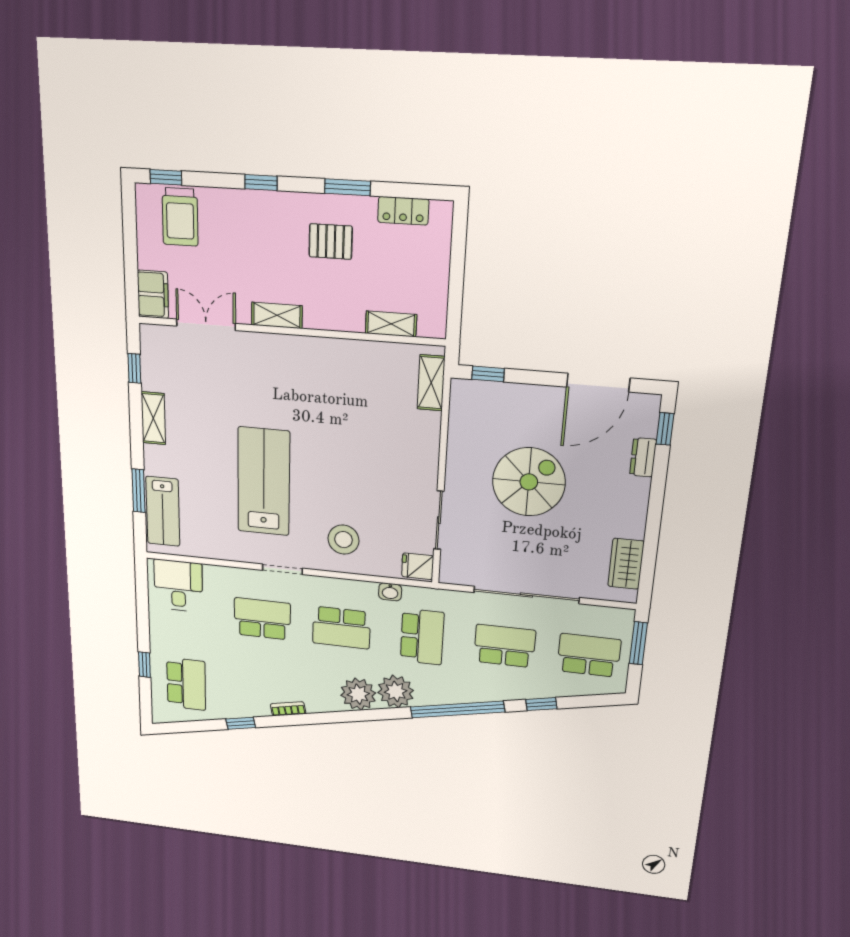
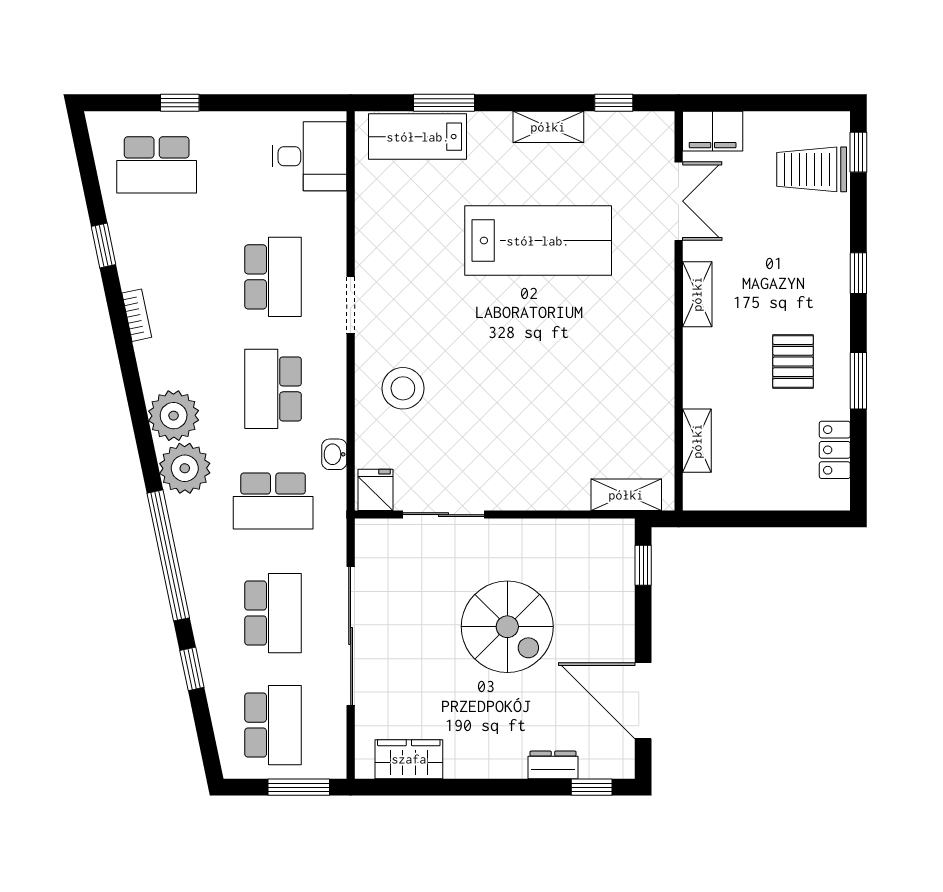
lab bench: (264, 482) -> (538, 241), moved

